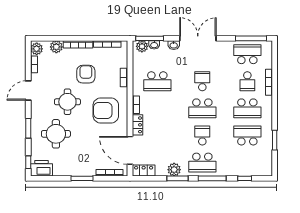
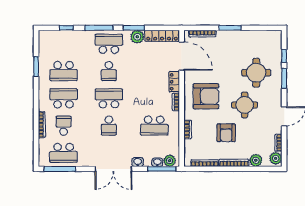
school desk: (157, 81) -> (154, 126), turned 180
window: (28, 162) -> (284, 56), moved
printer: (41, 168) -> (271, 38), removed
locker: (144, 171) -> (162, 36), width x1.53

